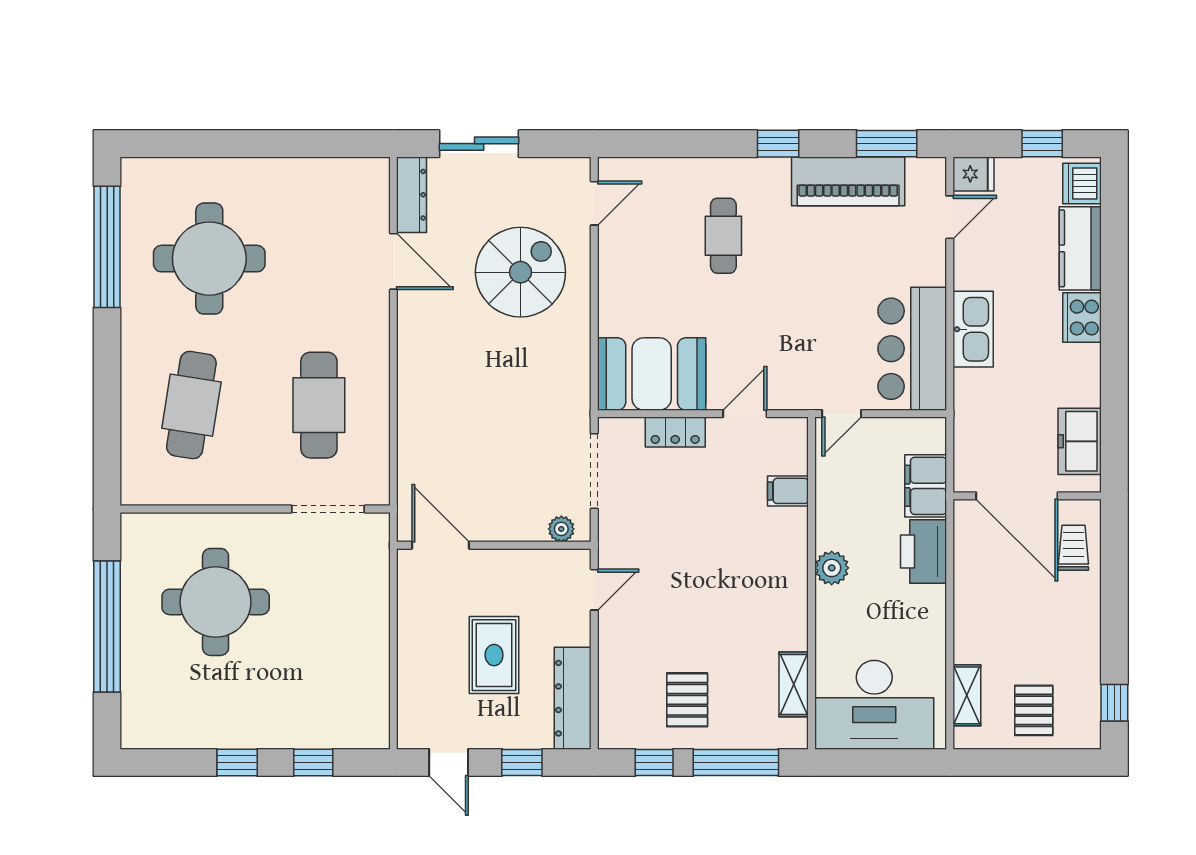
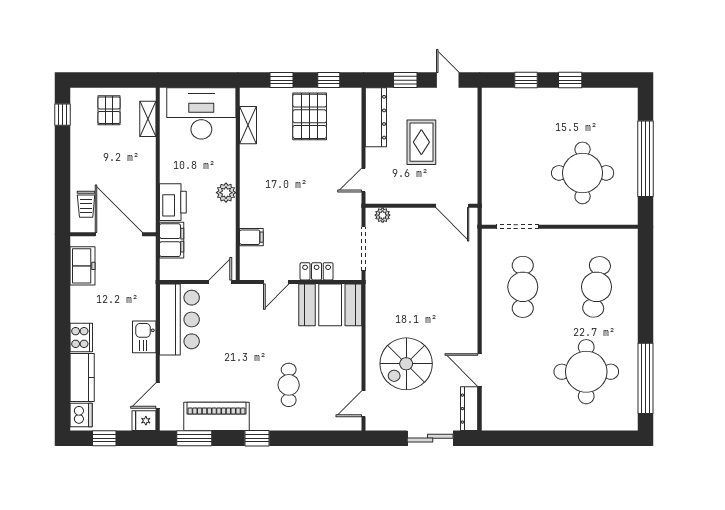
kitchen sink: (973, 329) -> (144, 337), width x0.73
pallet: (687, 700) -> (310, 116), width x1.50, depth x1.42
window: (736, 762) -> (281, 80), width x0.46

